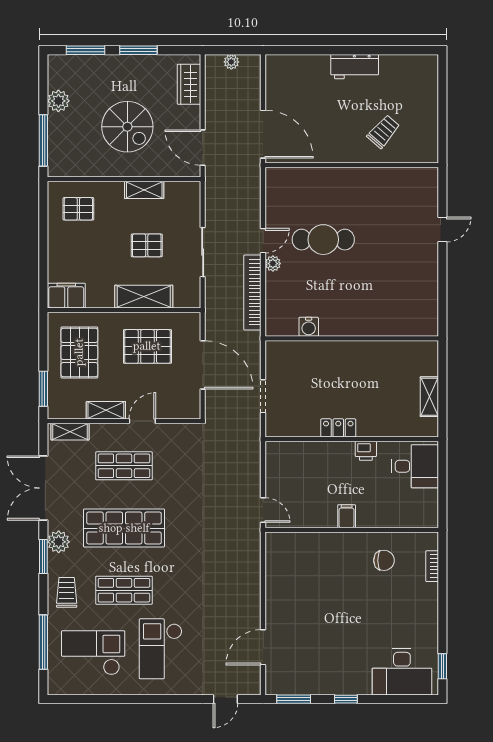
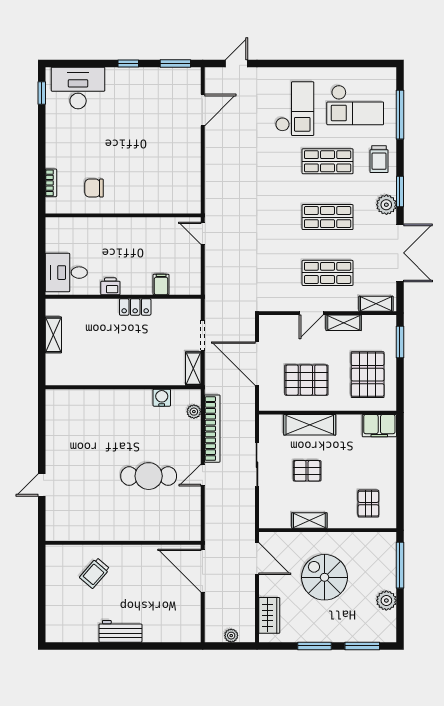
pallet: (78, 209) -> (368, 504), turned 90
plant: (273, 264) -> (194, 412), moved
shelving: (273, 359) -> (193, 369), added
filing cabinet: (347, 516) -> (161, 285), moved, turned 180
shop shelf: (124, 528) -> (328, 217), width x0.70, depth x0.74

